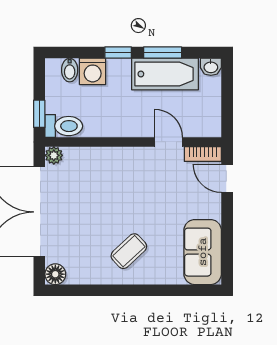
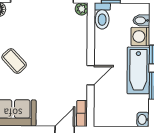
bathtub: (165, 74) -> (138, 70), moved
door: (168, 142) -> (91, 75), moved

